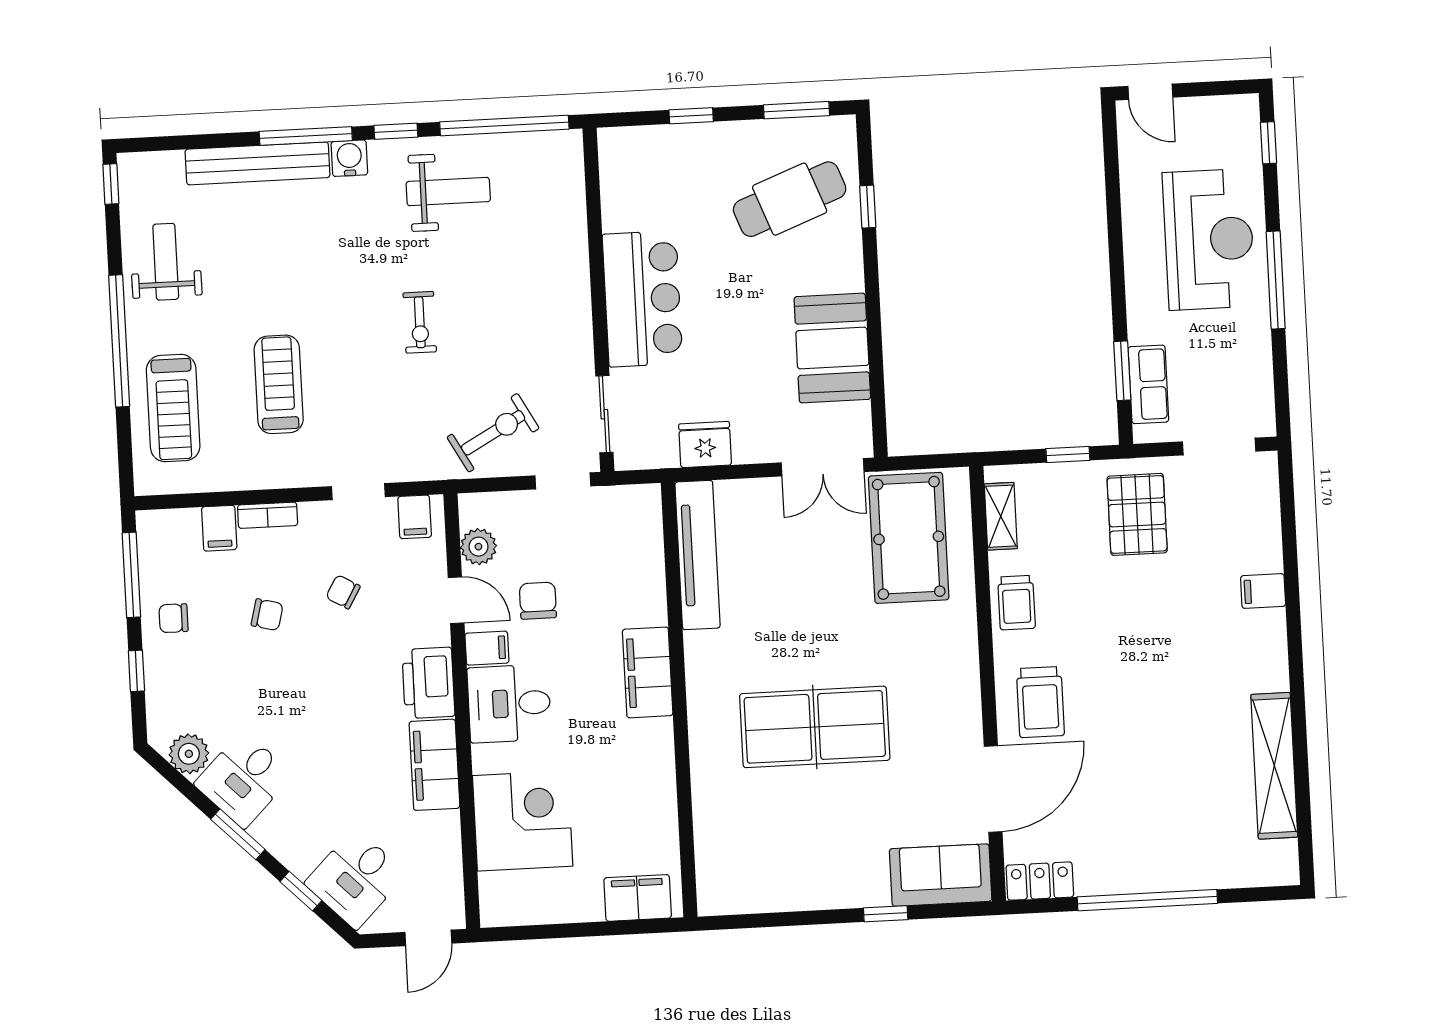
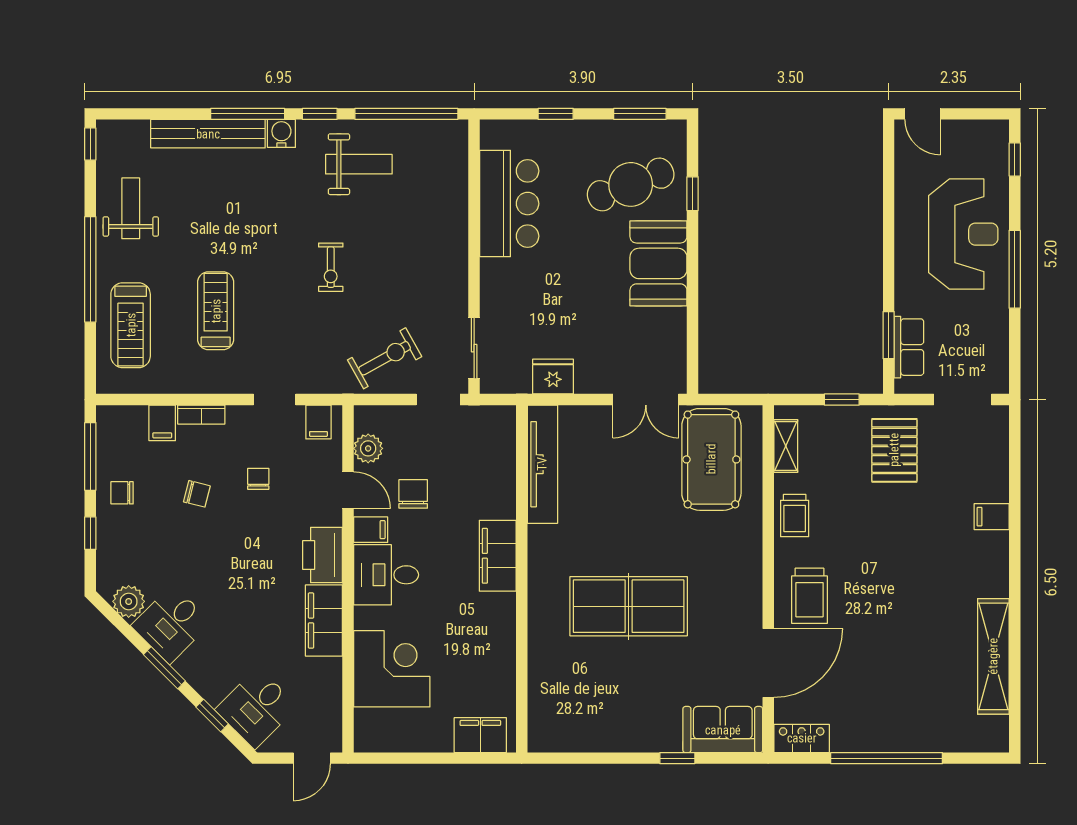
bar counter: (642, 299) -> (509, 204), moved
booth: (832, 348) -> (658, 263), moved
chair: (343, 592) -> (258, 479), turned 60

